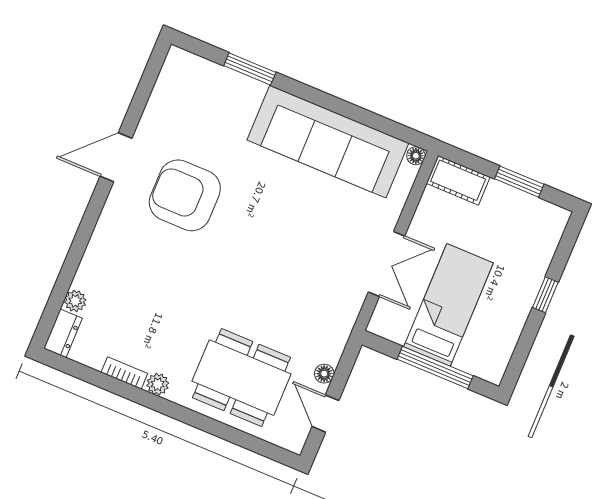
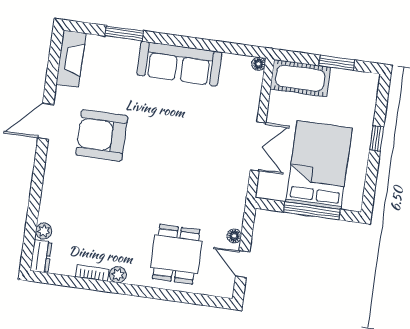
fireplace: (171, 84) -> (71, 59), added
sofa: (328, 141) -> (179, 64), width x0.74, depth x0.79
cot: (458, 180) -> (300, 78), width x1.37, depth x1.34
bed: (449, 305) -> (319, 165), width x1.50
dining table: (241, 378) -> (176, 254), width x0.73

